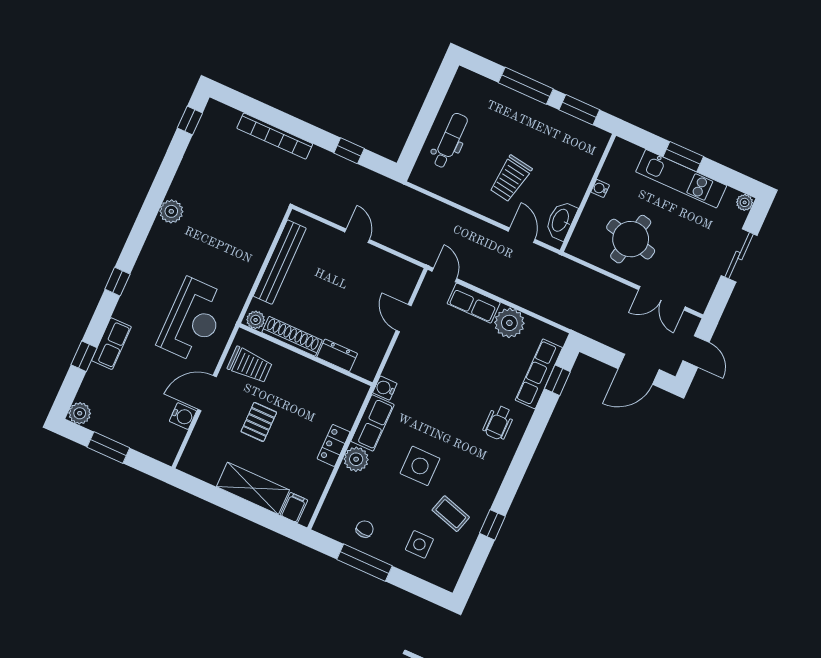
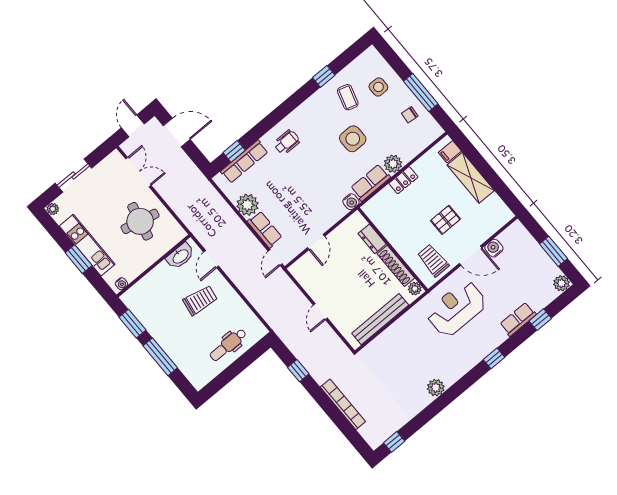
water cooler: (600, 188) -> (121, 284), moved

